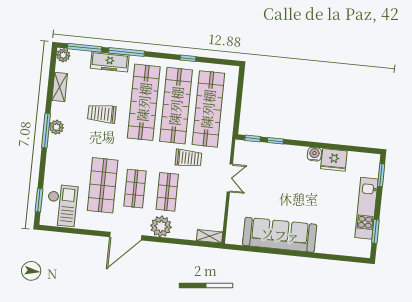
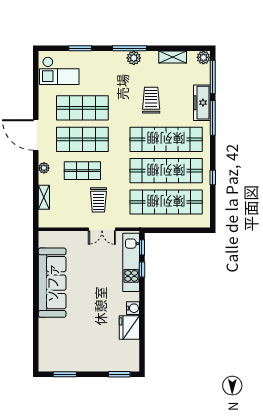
trolley: (188, 158) -> (98, 200), moved
shop shelf: (135, 189) -> (82, 139), width x1.43, depth x1.36
window: (39, 200) -> (80, 48), moved
kitchen unit: (366, 208) -> (131, 262), moved, turned -90
plant: (161, 226) -> (44, 168), width x0.53, depth x0.53
shelving: (210, 236) -> (44, 197), moved

